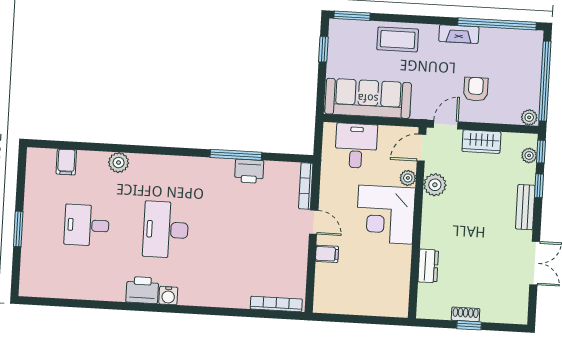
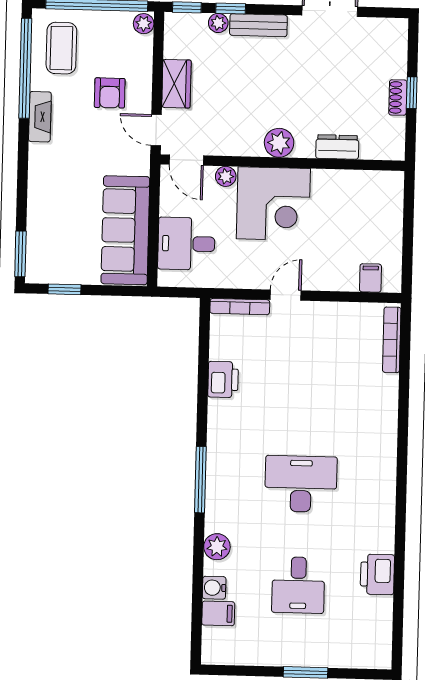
coffee table: (398, 39) -> (61, 48), moved
armchair: (476, 89) -> (110, 93), turned -90
window: (236, 155) -> (200, 480), moved
plant: (529, 155) -> (218, 23), moved
plant: (435, 185) -> (279, 143), moved
desk: (166, 230) -> (301, 484), turned 180
filing cabinet: (327, 254) -> (370, 278), moved
printer: (142, 290) -> (377, 574), moved
water cooler: (168, 296) -> (214, 588), moved, turned 180

